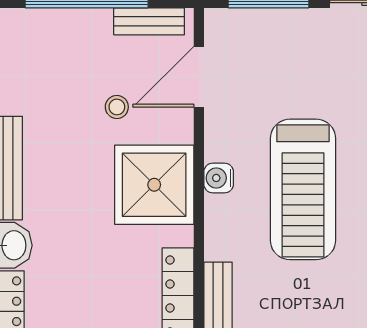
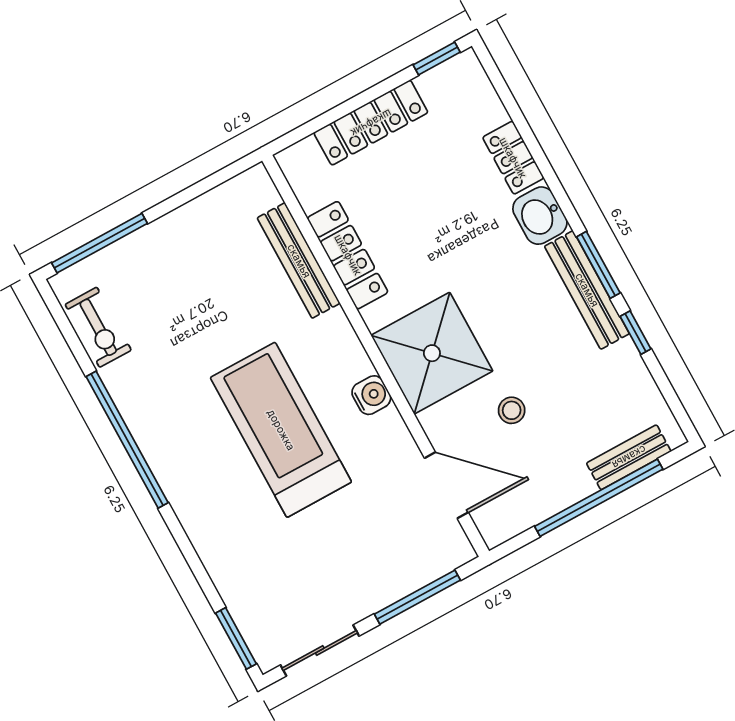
bench: (149, 21) -> (629, 457), moved
door: (199, 77) -> (446, 485), hinge flipped

